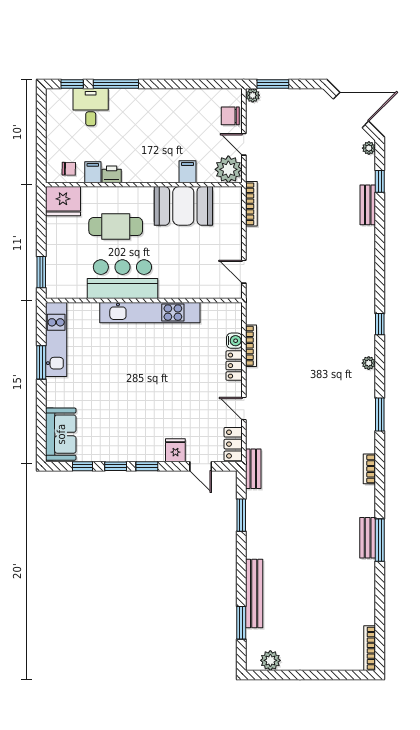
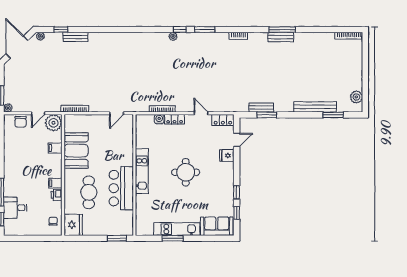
filing cabinet: (93, 172) -> (55, 183), moved
kitchen unit: (150, 313) -> (142, 171), width x0.73
window: (380, 324) -> (180, 30), moved
kitchen unit: (56, 339) -> (177, 229), moved
round table: (148, 384) -> (186, 172), added
door: (244, 409) -> (201, 113), swing flipped
window: (147, 466) -> (237, 173), removed
bench: (253, 469) -> (261, 108), moved

